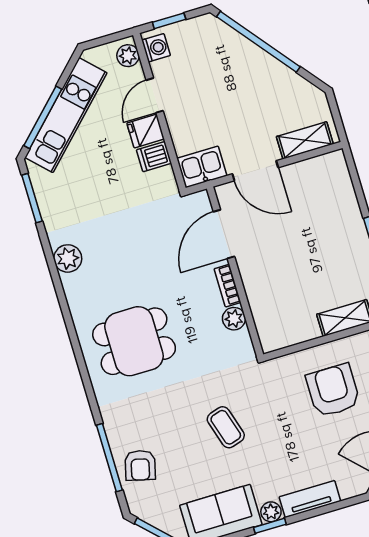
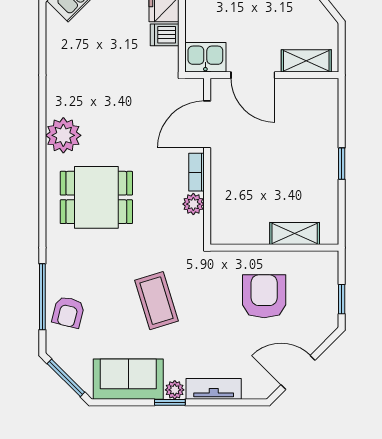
window: (32, 198) -> (42, 39), removed
plant: (68, 258) -> (63, 135), moved, width x1.36, depth x1.36
coffee table: (226, 427) -> (157, 301), width x1.36, depth x1.30

